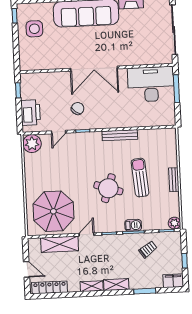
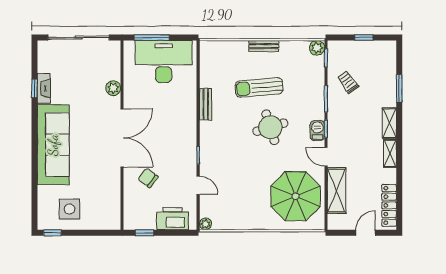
plant: (134, 60) -> (113, 88), added
desk: (151, 84) -> (164, 62), moved, turned 90
chair: (78, 108) -> (148, 178), moved
bench: (120, 135) -> (206, 104), width x0.73
plant: (32, 144) -> (206, 224), width x0.53, depth x0.53
round table: (108, 188) -> (270, 127), turned -35
barbecue: (133, 225) -> (317, 131), moved
filing cabinet: (173, 281) -> (388, 53), removed

